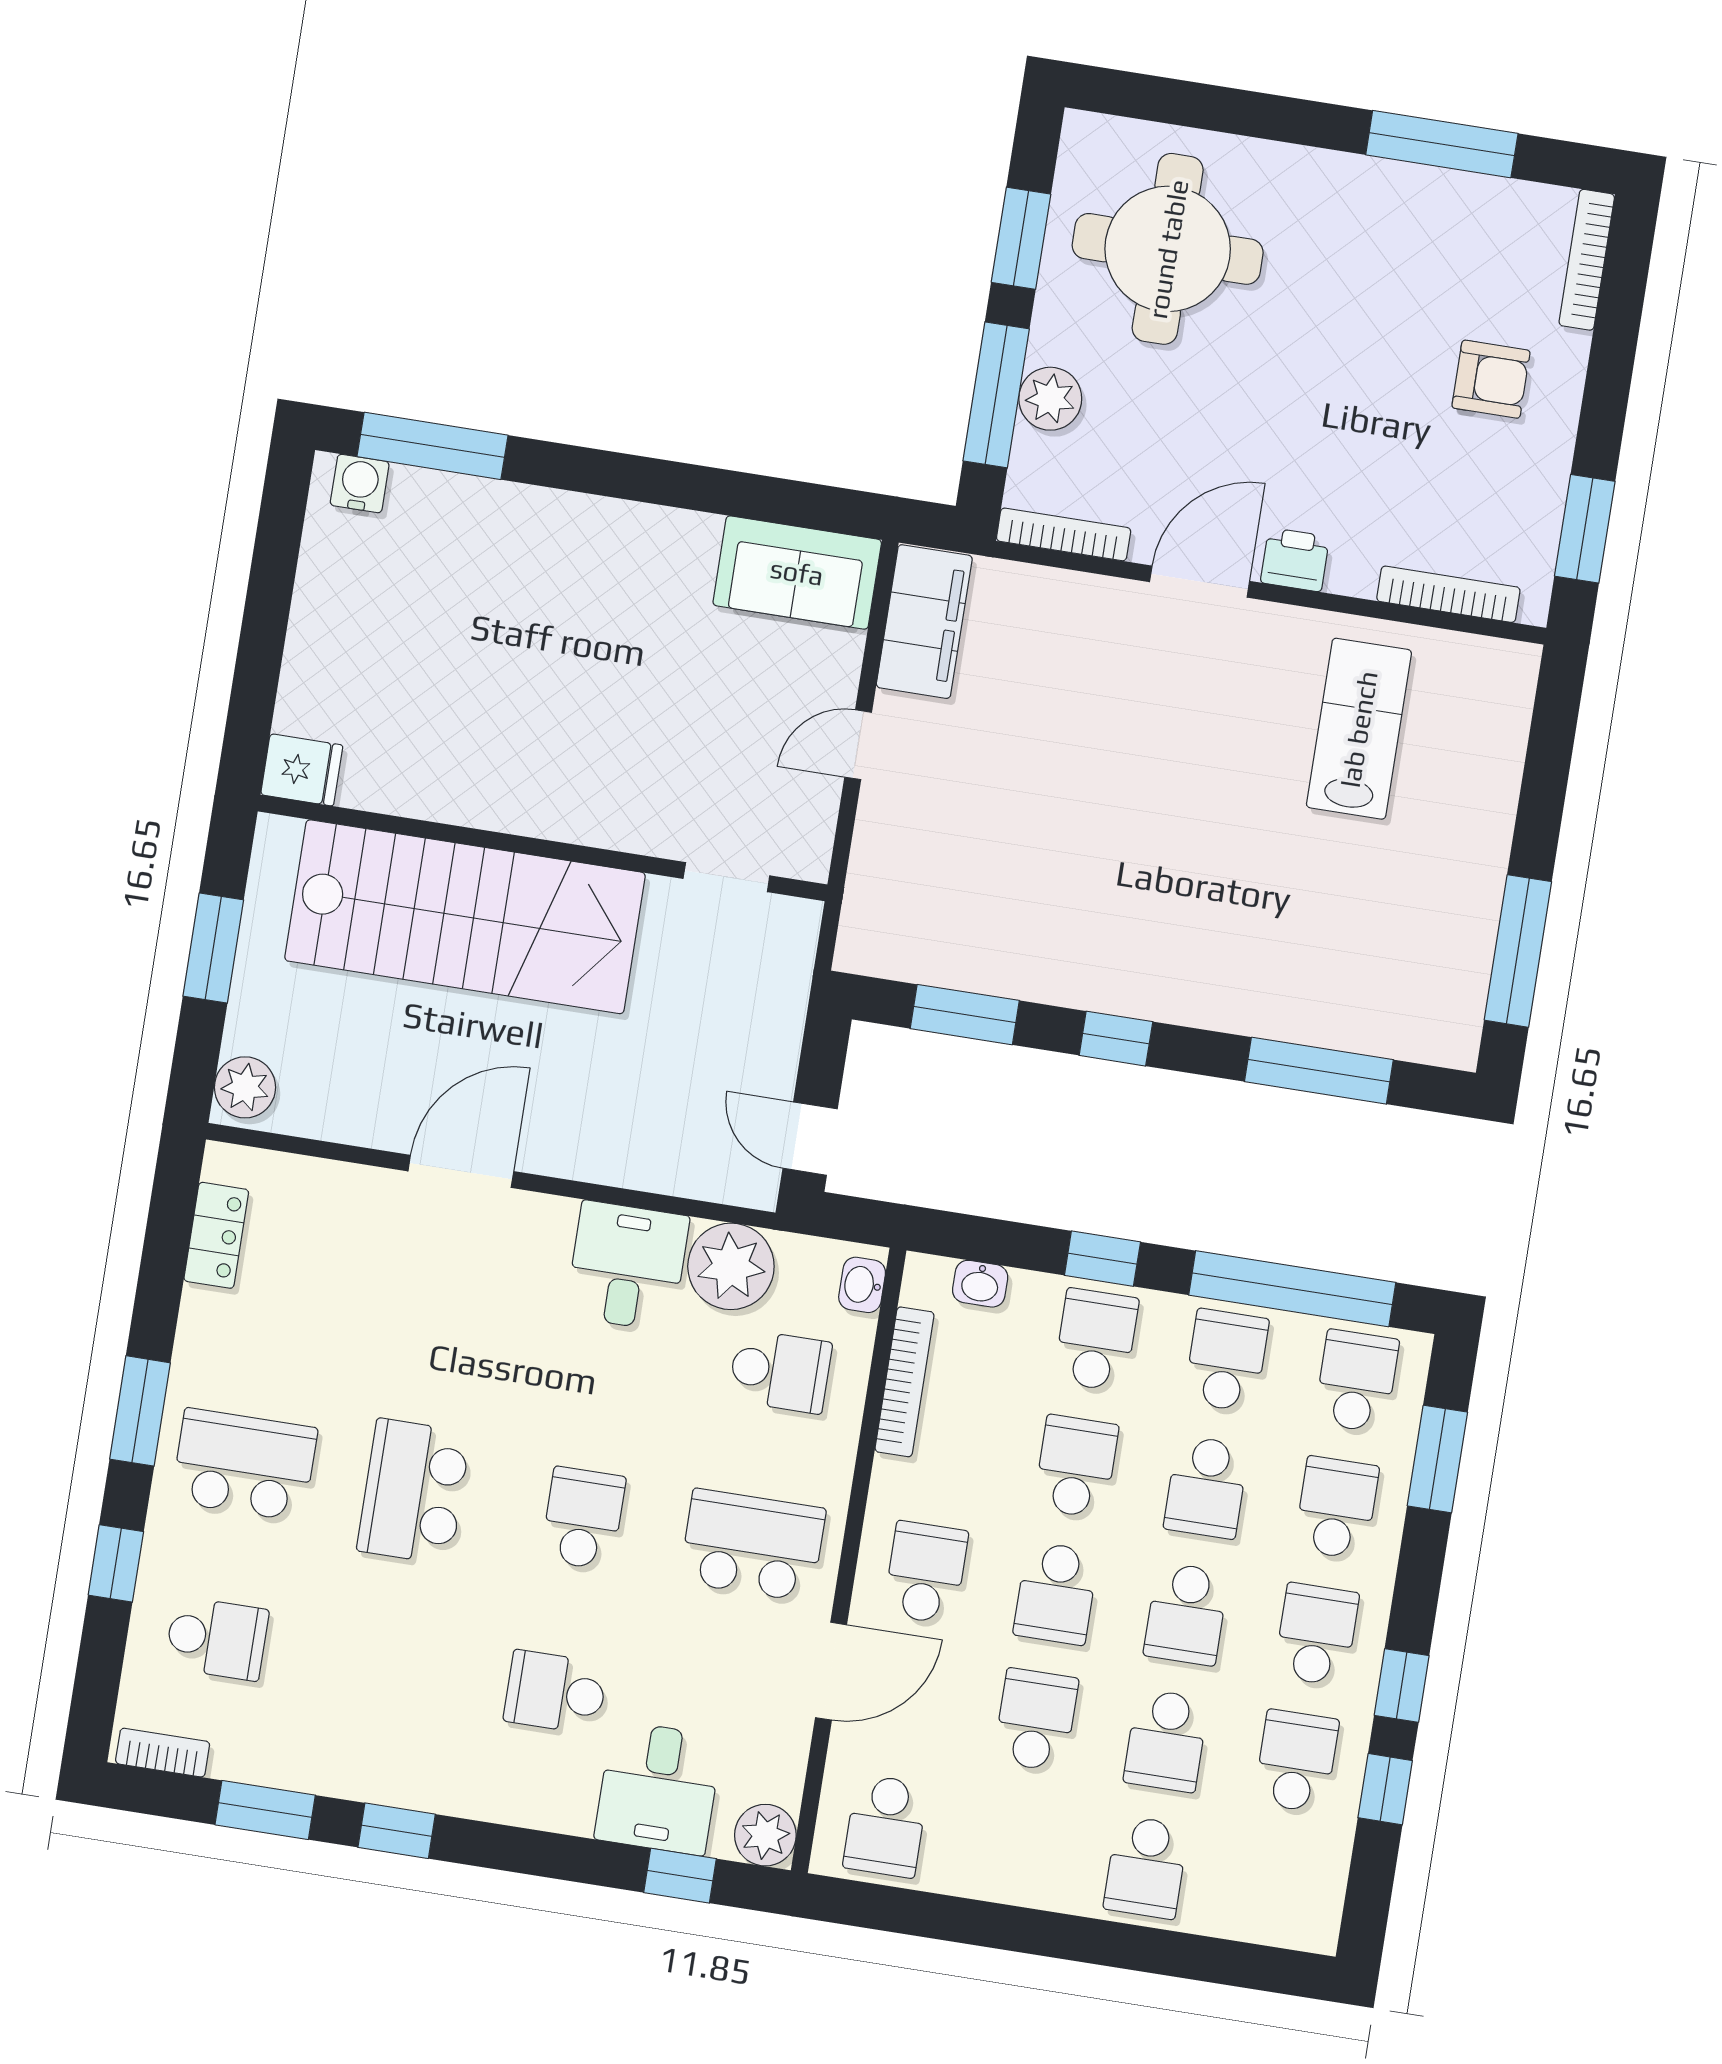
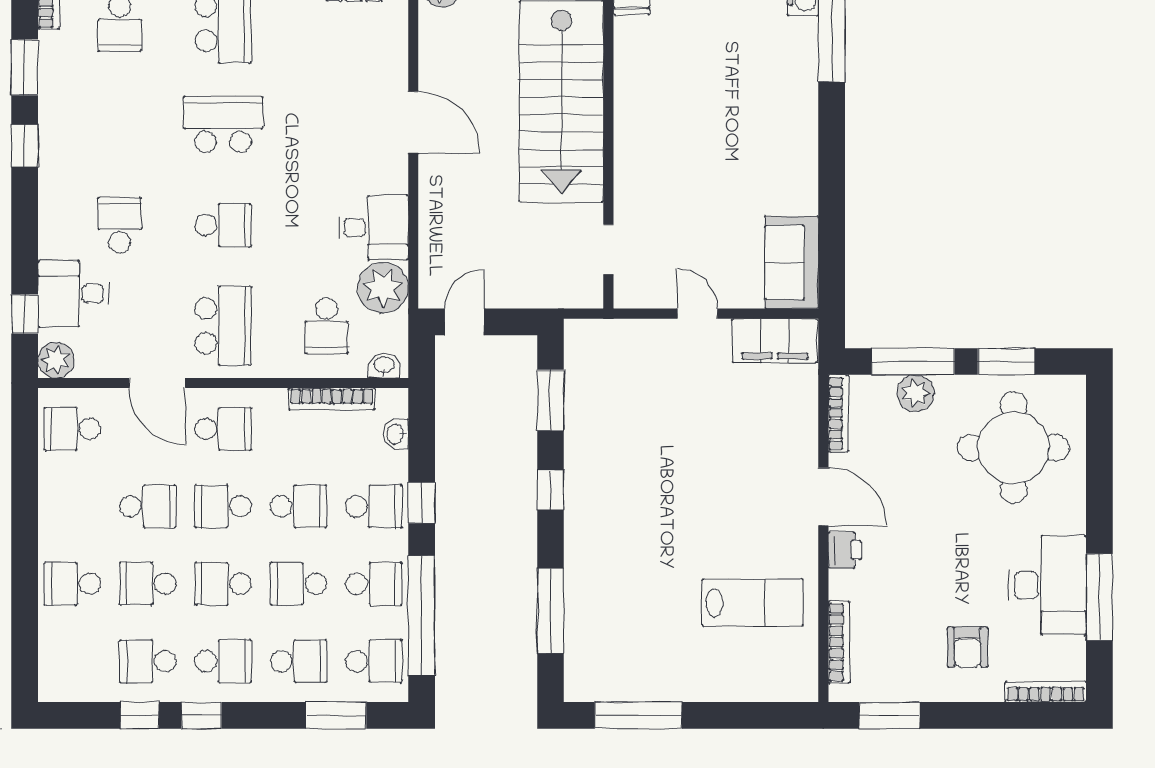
desk: (1408, 229) -> (1047, 585), added
school desk: (1296, 1761) -> (148, 661), turned 180

